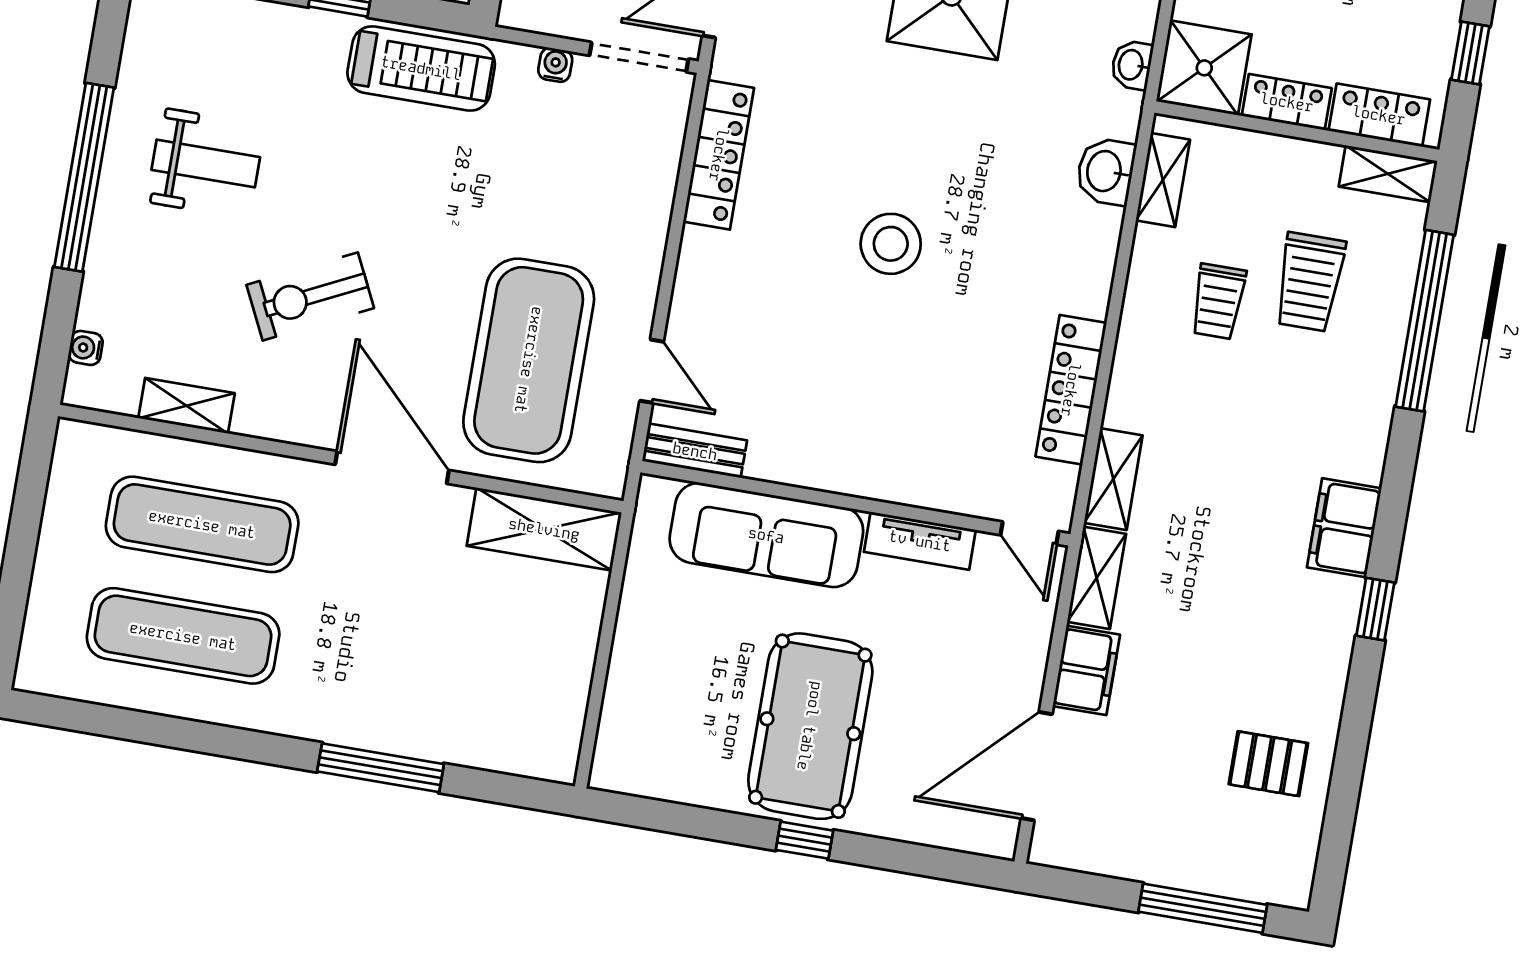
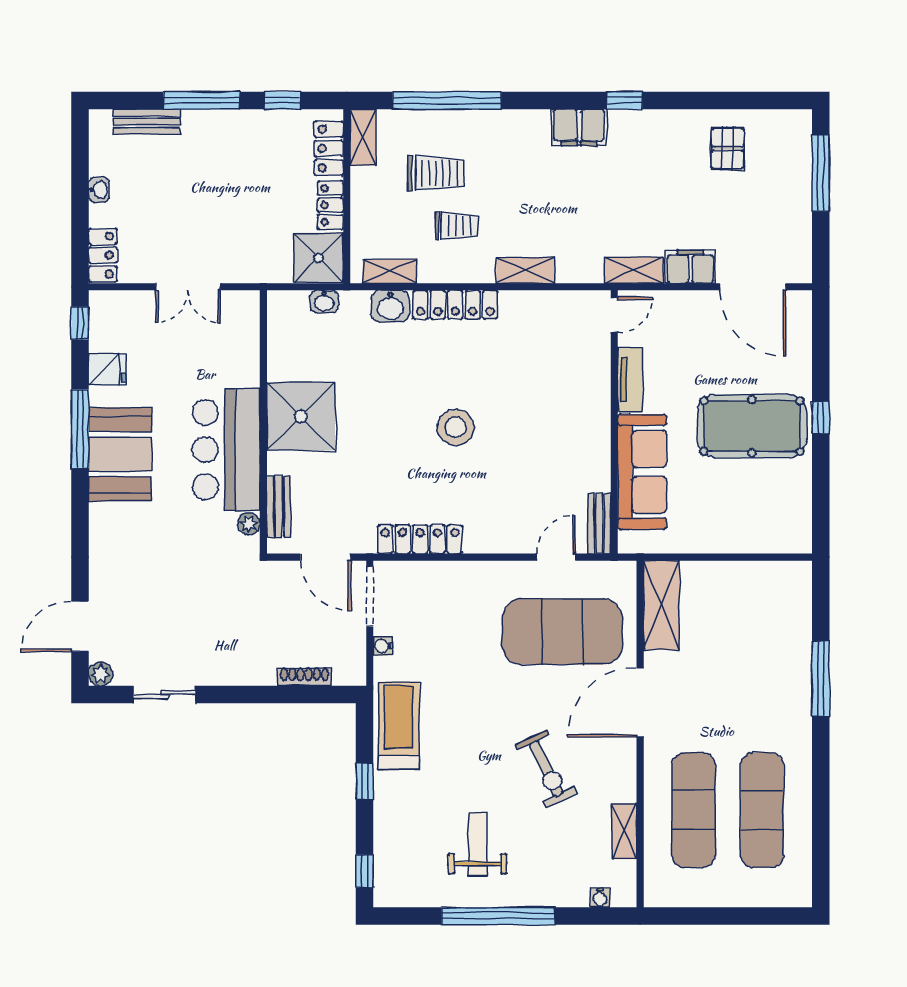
locker: (1071, 390) -> (455, 305), moved
shelving: (1113, 479) -> (525, 270), moved

